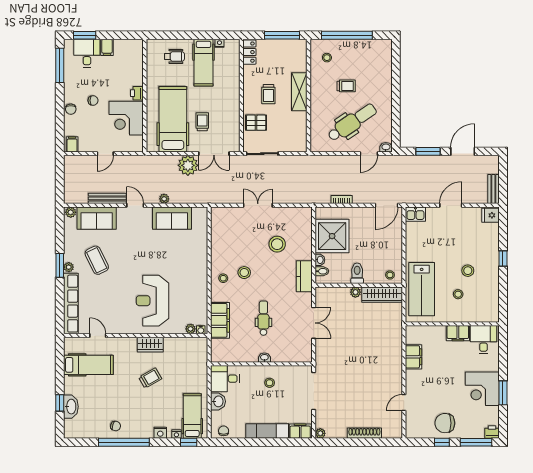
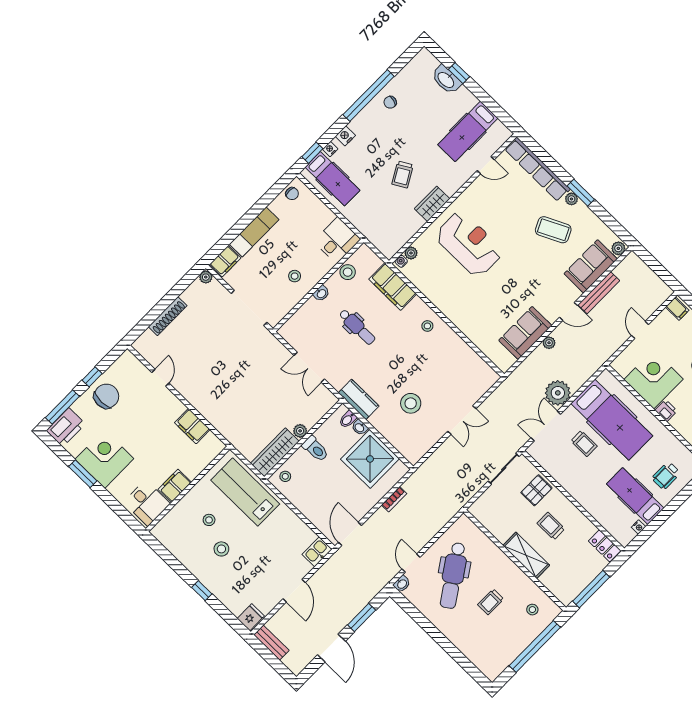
stool: (244, 273) -> (348, 272), moved
washbasin: (218, 401) -> (323, 214), removed
printer: (492, 432) -> (66, 427), width x1.87, depth x1.48

